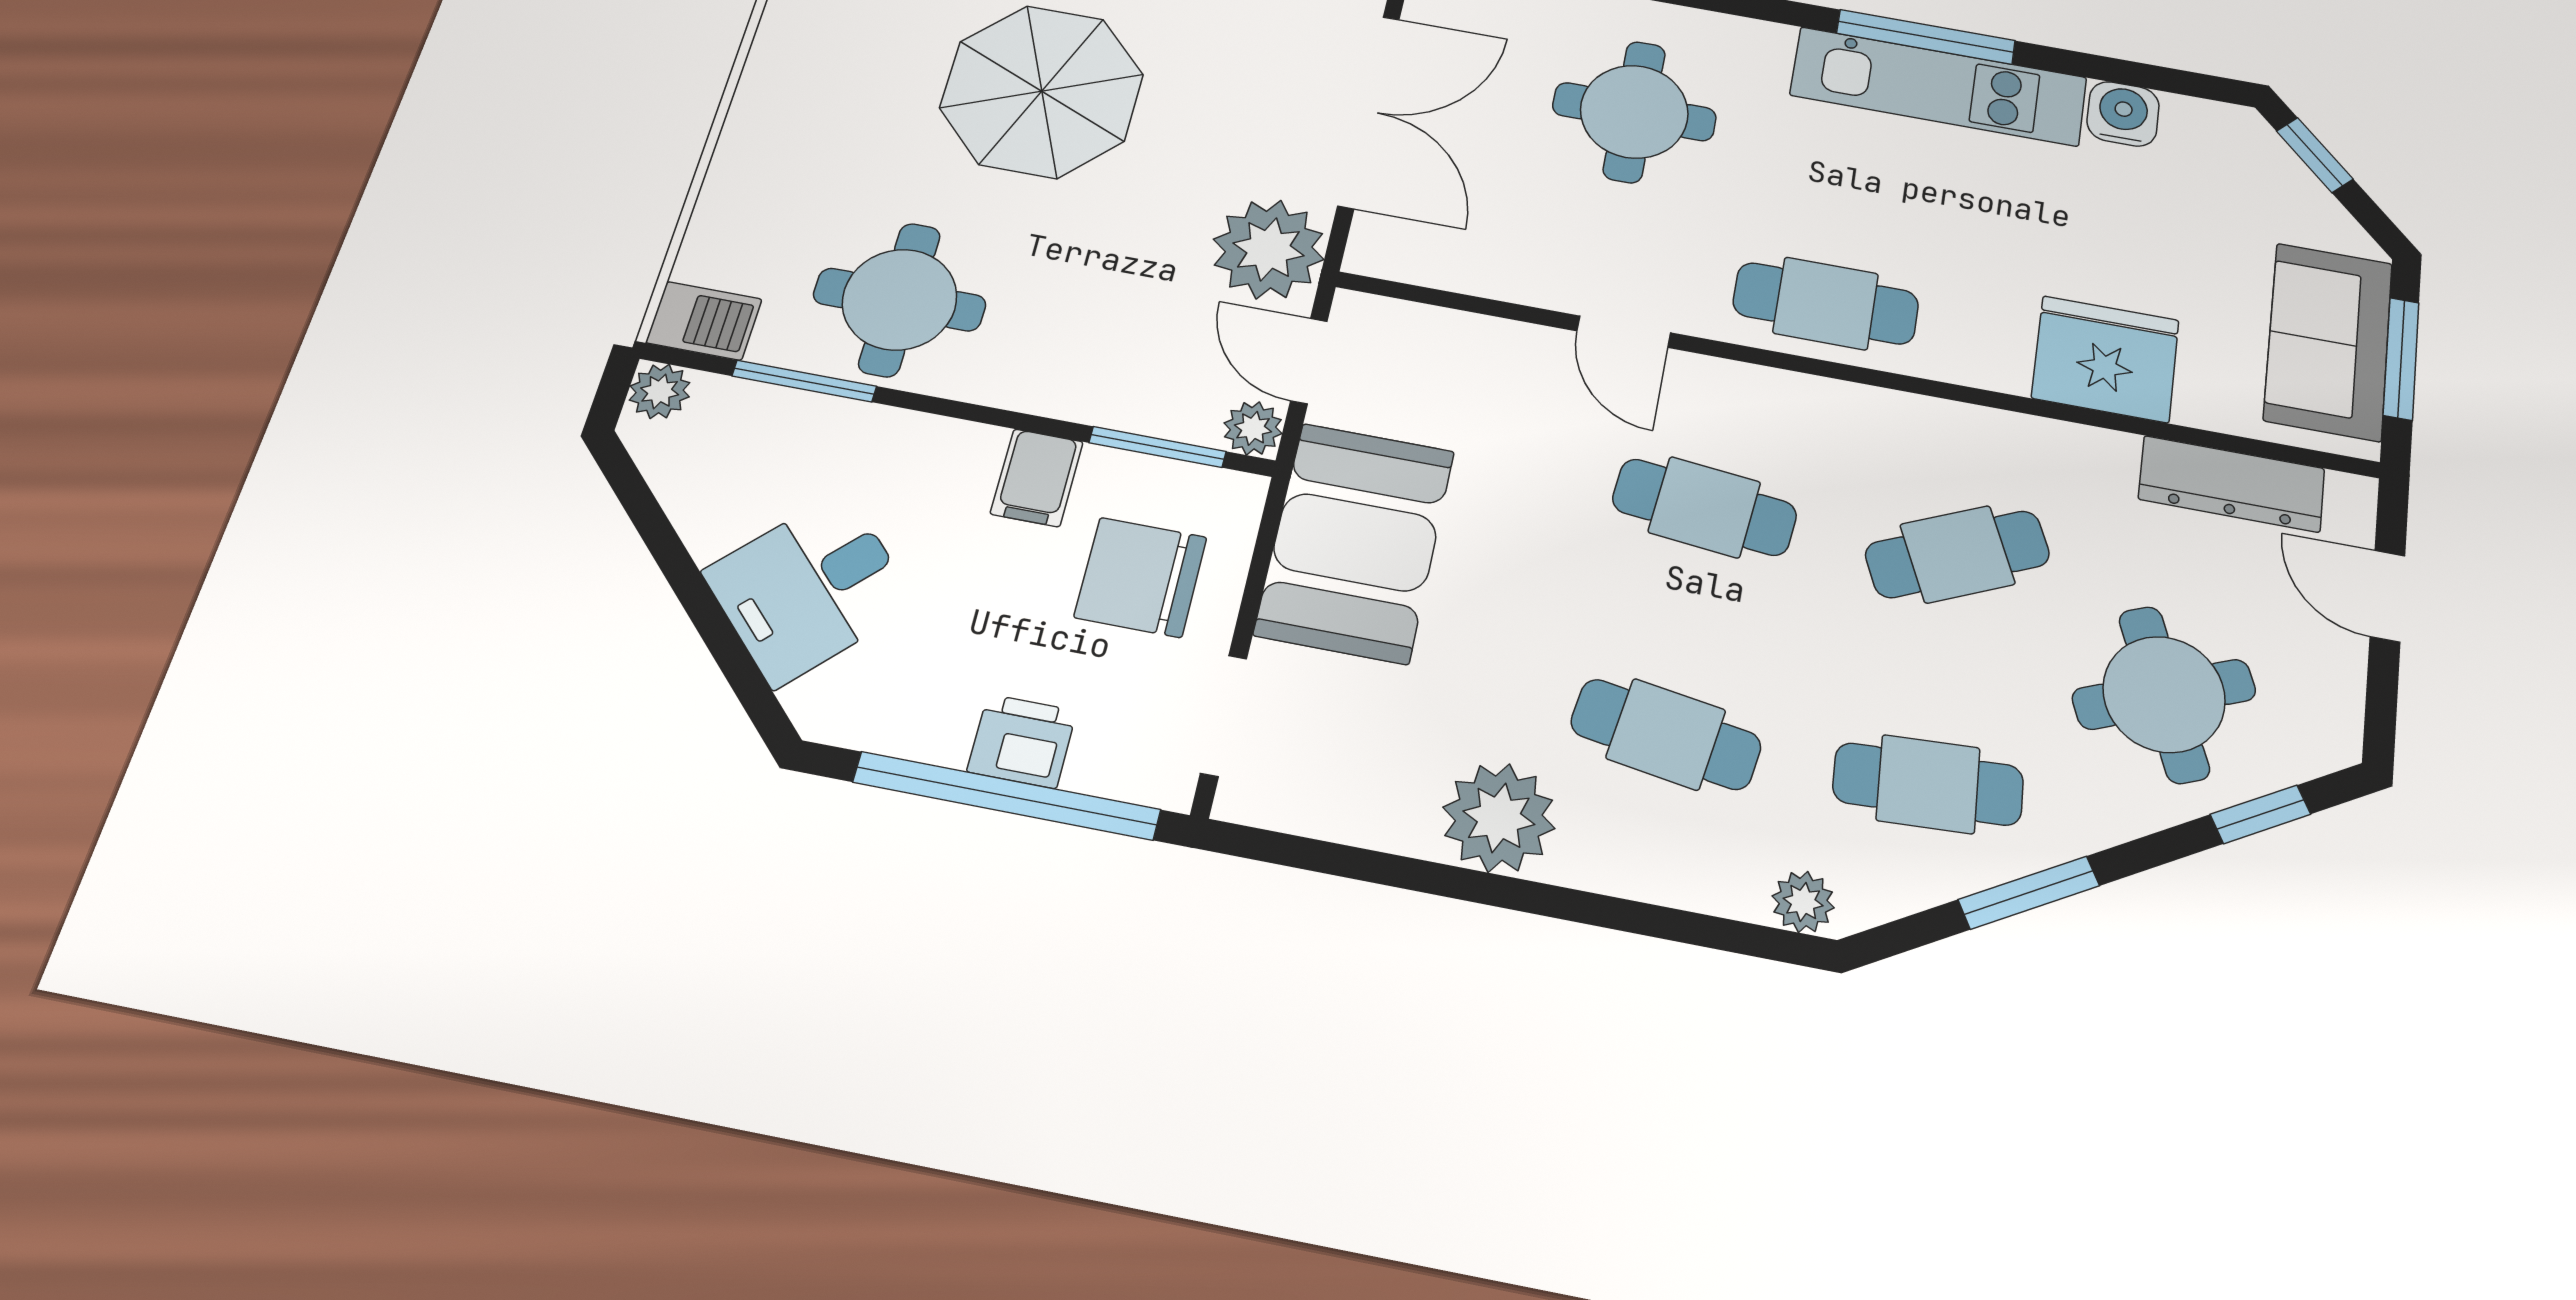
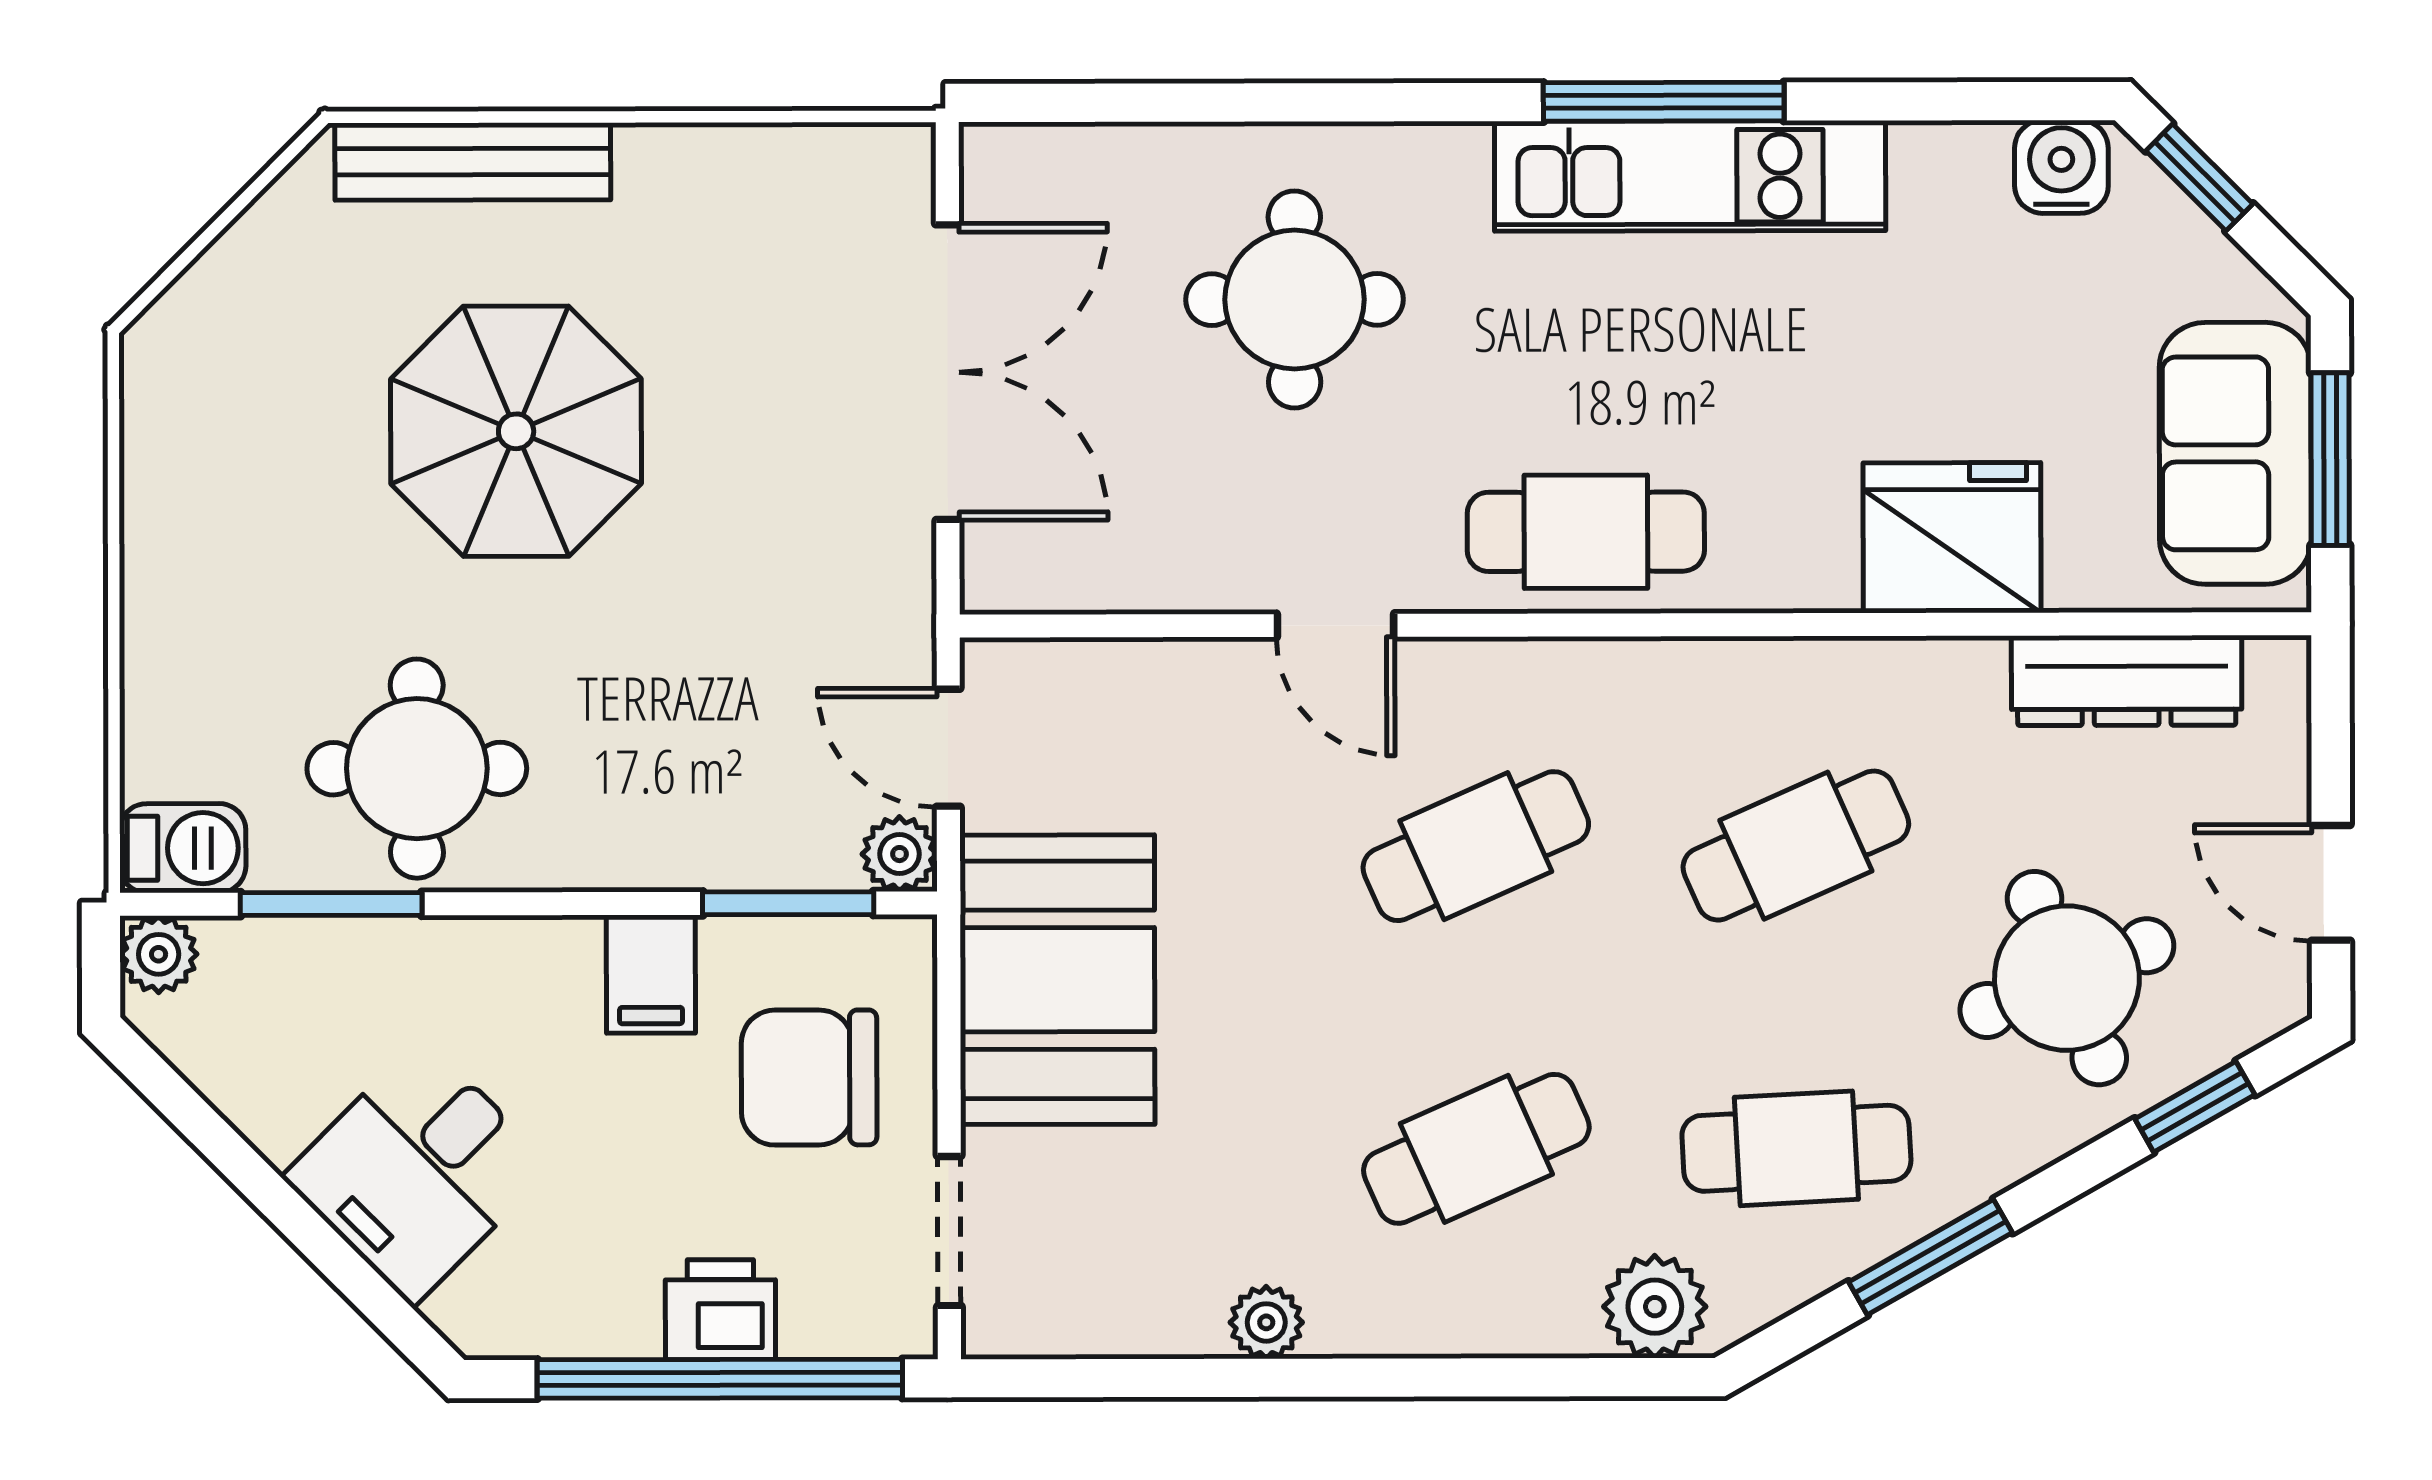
water cooler: (2123, 114) -> (2061, 167), moved
plant: (1269, 249) -> (863, 601), removed
cafe table: (1704, 507) -> (1476, 846), turned -30
door: (2387, 596) -> (2331, 883), moved
cafe table: (1666, 734) -> (1476, 1149), turned -33
plant: (1499, 818) -> (1266, 1322), width x0.53, depth x0.53
plant: (1803, 902) -> (1655, 1307), width x1.38, depth x1.38

